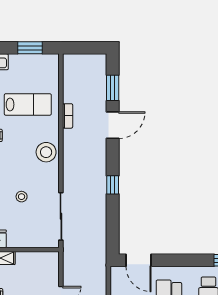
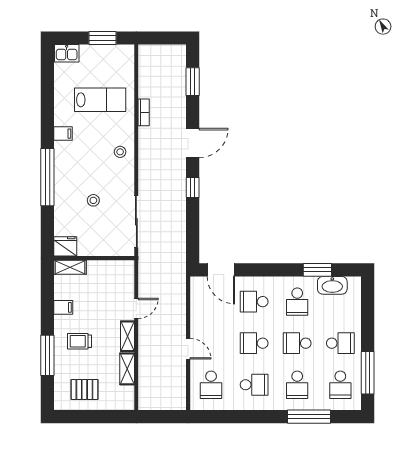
door: (113, 125) -> (193, 143), moved
stool: (46, 152) -> (120, 152), width x0.53, depth x0.53

